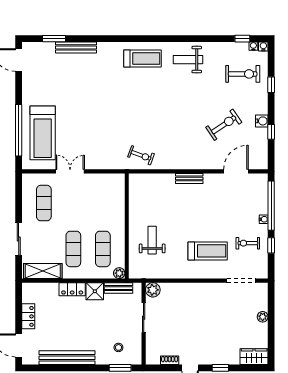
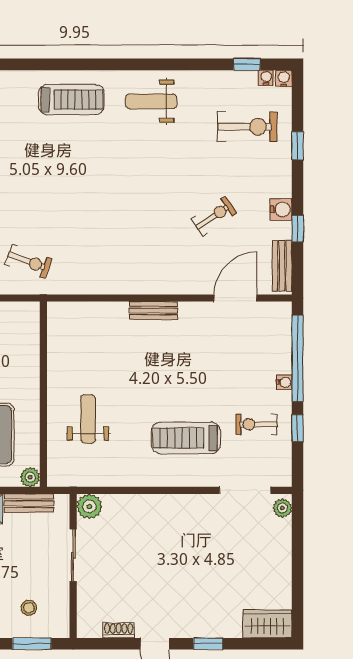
exercise bike: (224, 125) -> (214, 216), width x0.73, depth x0.72
bench: (262, 153) -> (282, 266), added
exercise bike: (141, 155) -> (28, 261), moved
treadmill: (208, 251) -> (186, 438), turned 180
plant: (263, 317) -> (282, 508), moved

